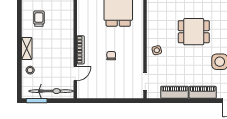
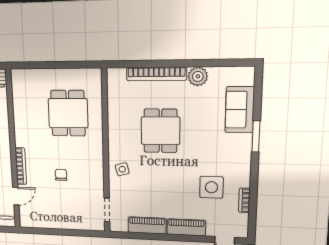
dining table: (194, 32) -> (160, 131), moved, turned 90

